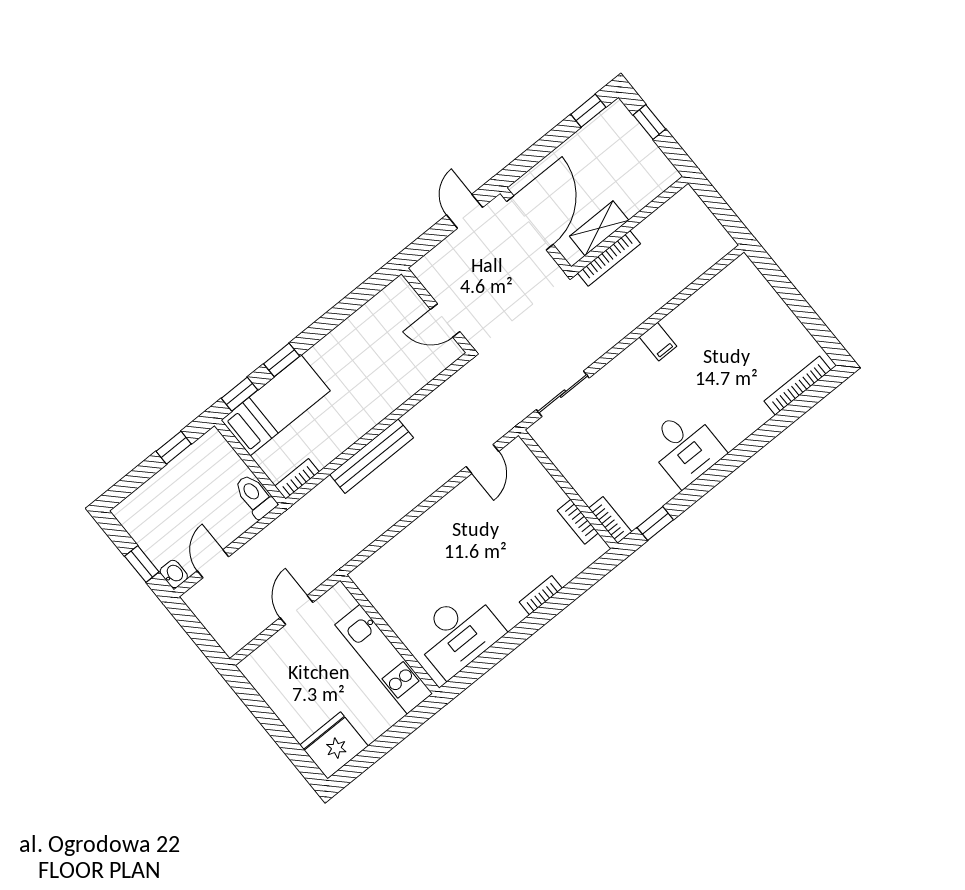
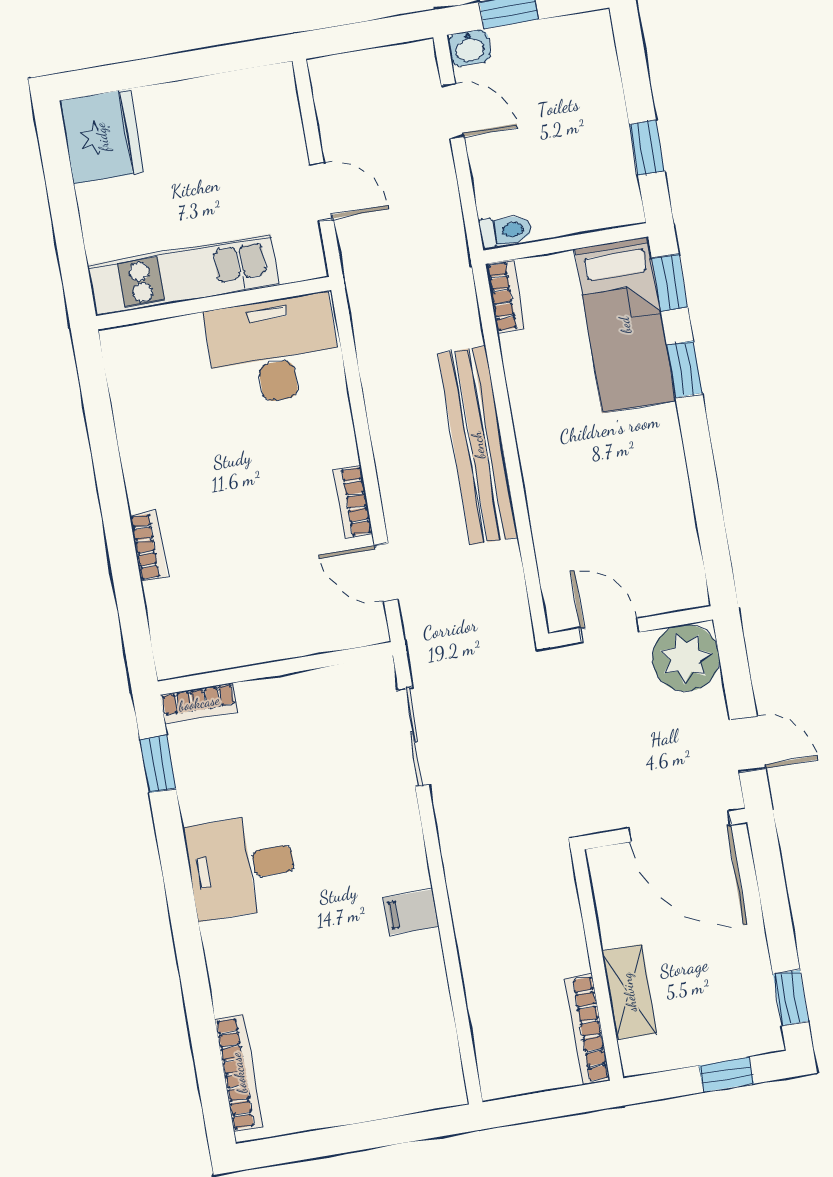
shelving: (599, 228) -> (629, 992), moved
bookcase: (609, 258) -> (587, 1029), moved
plant: (437, 271) -> (686, 658), added
door: (445, 321) -> (610, 630), hinge flipped
bench: (372, 456) -> (478, 445), width x1.37, depth x1.21
toilet: (255, 496) -> (506, 231), width x0.73, depth x0.72
bookcase: (578, 522) -> (353, 502), moved, turned -90
desk: (458, 633) -> (273, 350), moved, turned 90

